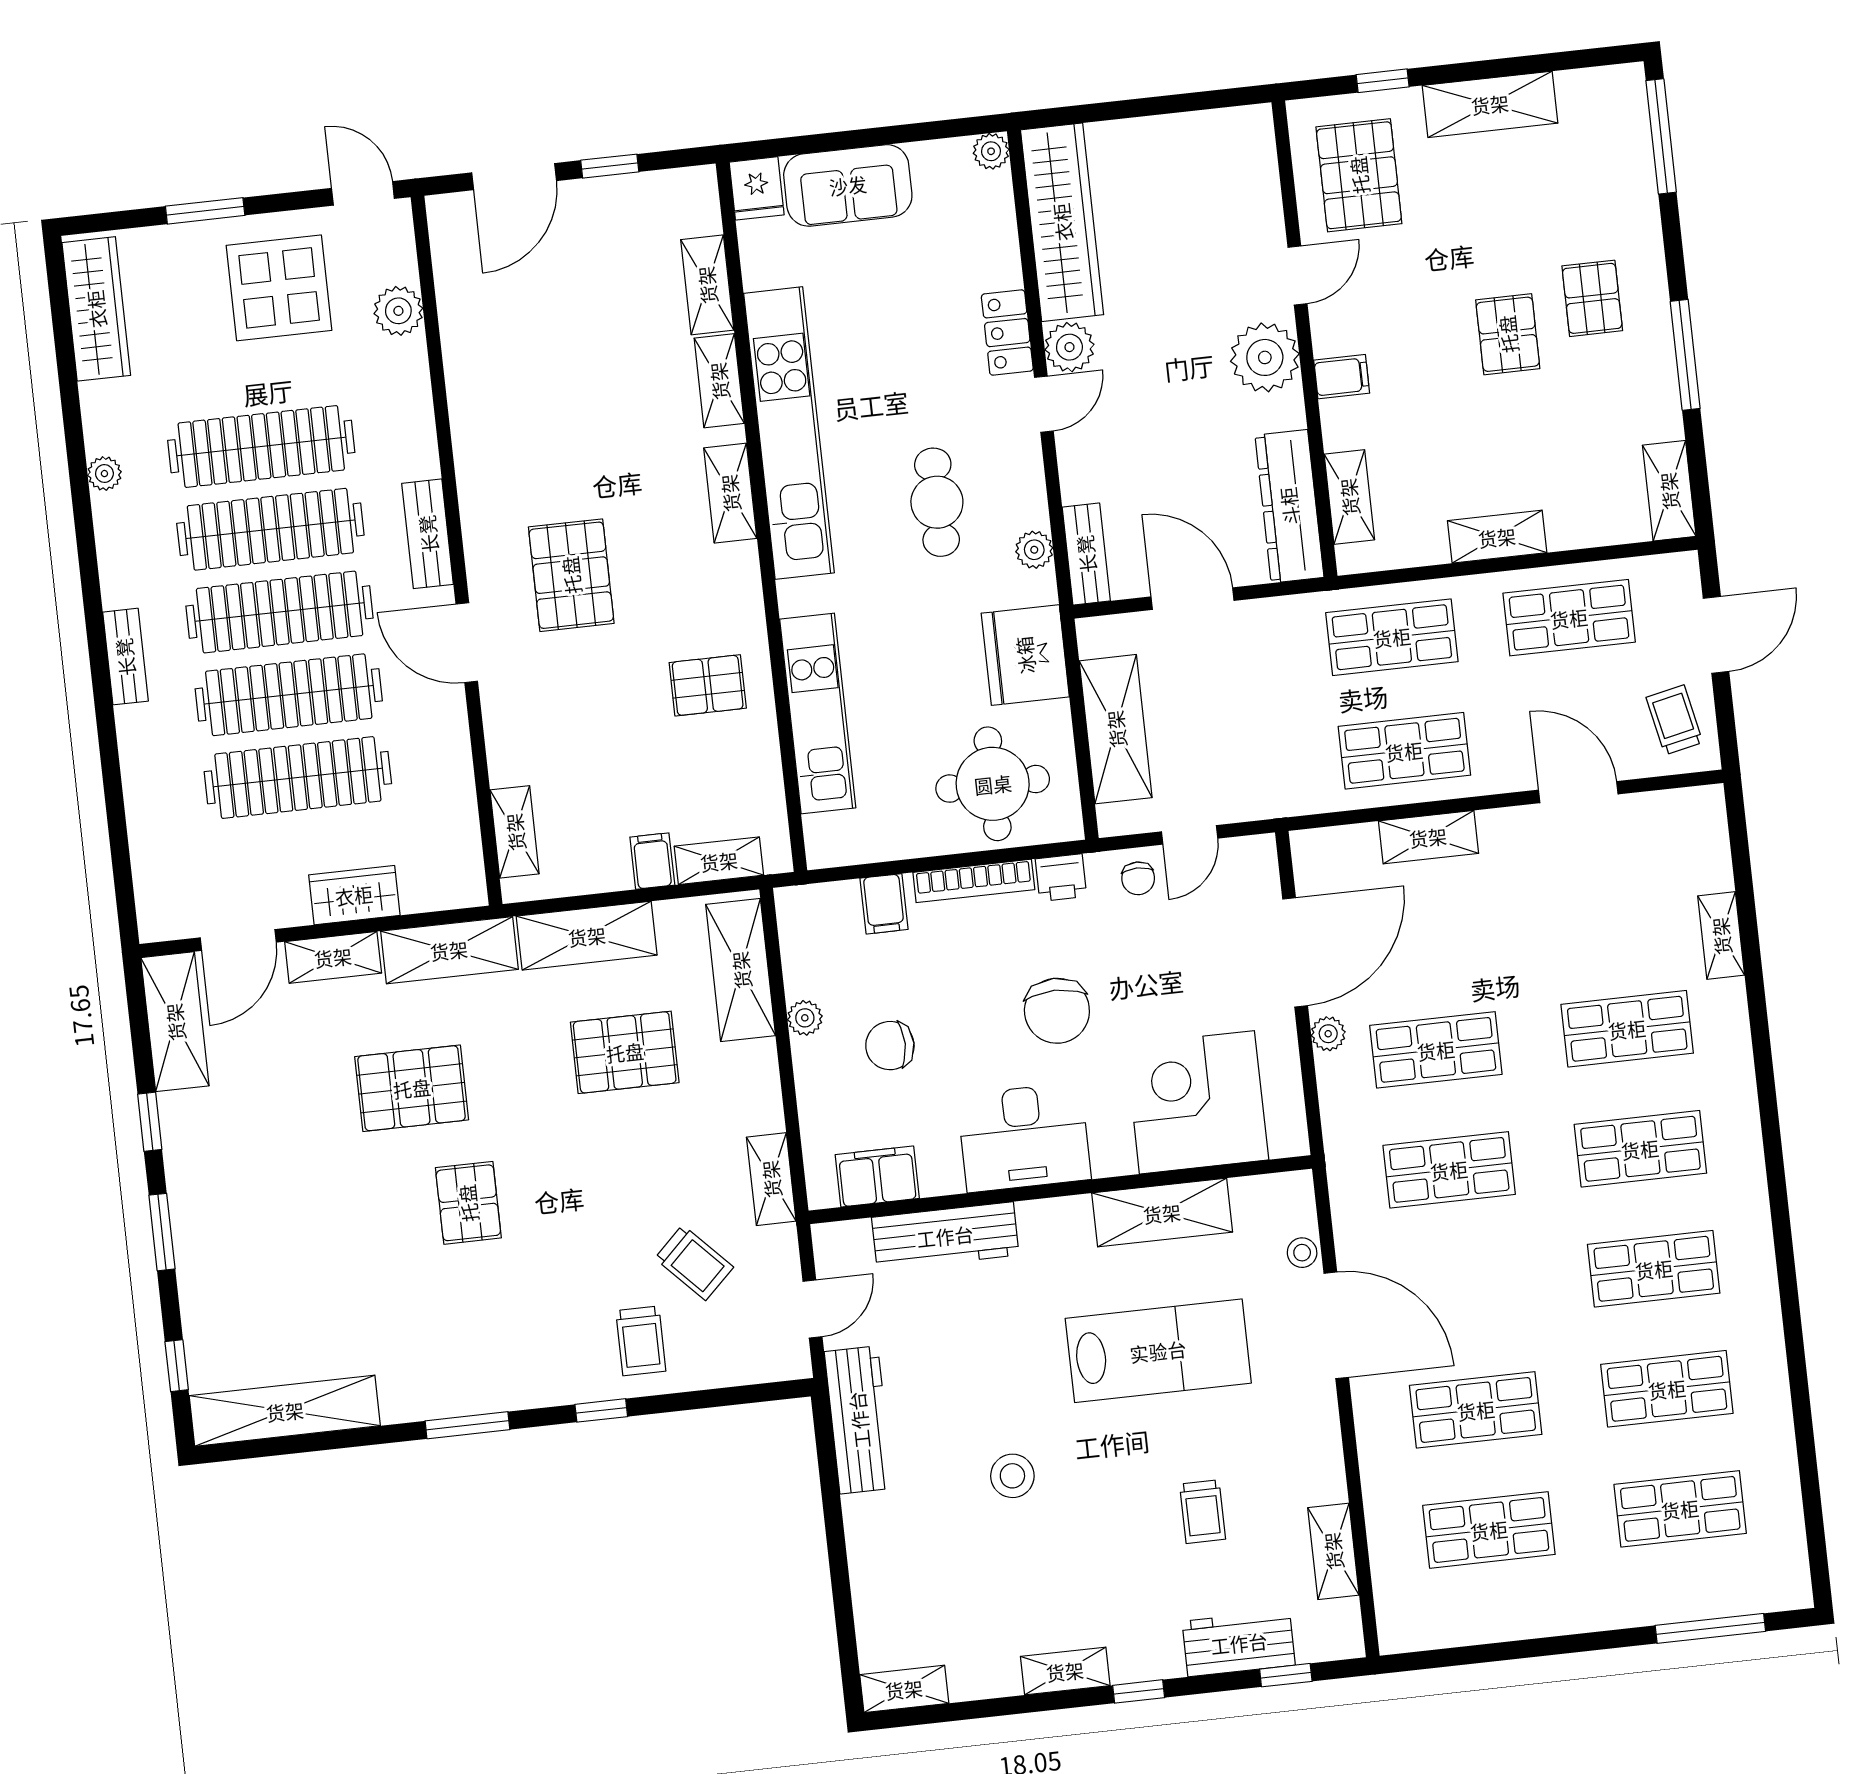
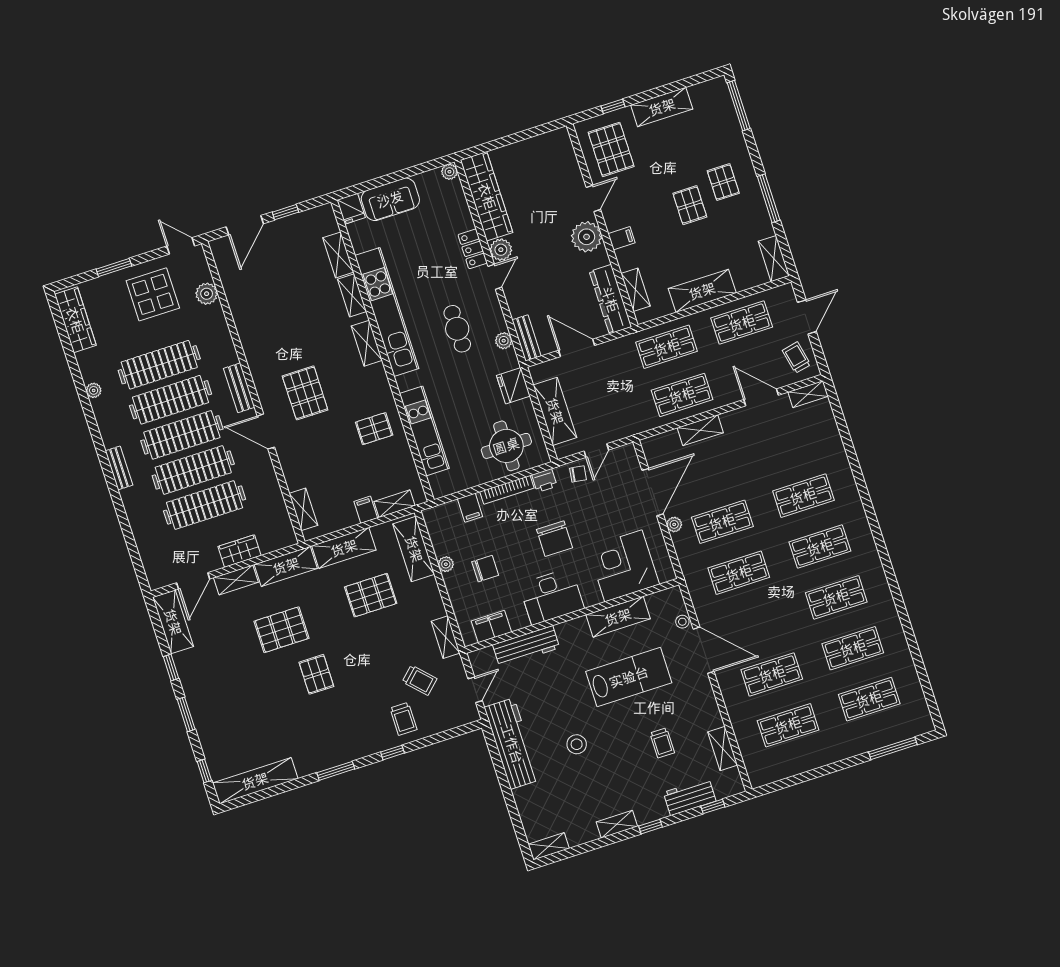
shelving: (1497, 537) -> (702, 291), width x1.50, depth x1.33
fridge: (1025, 655) -> (513, 386), width x0.73, depth x0.75
chair: (1138, 878) -> (578, 474), turned -82
shelving: (1721, 936) -> (808, 394), moved, turned 90
chair: (890, 1046) -> (485, 569), turned 180
workbench: (859, 1420) -> (512, 744), width x1.36, depth x1.32

